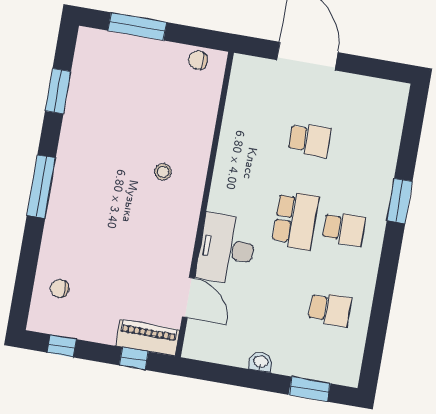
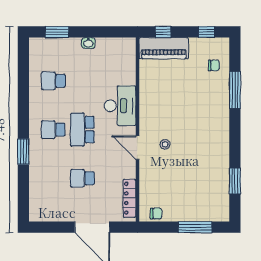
locker: (238, 93) -> (129, 198), added
window: (41, 187) -> (235, 90), moved
door: (188, 298) -> (137, 148), moved
piano: (148, 338) -> (164, 48), width x1.37, depth x1.33

